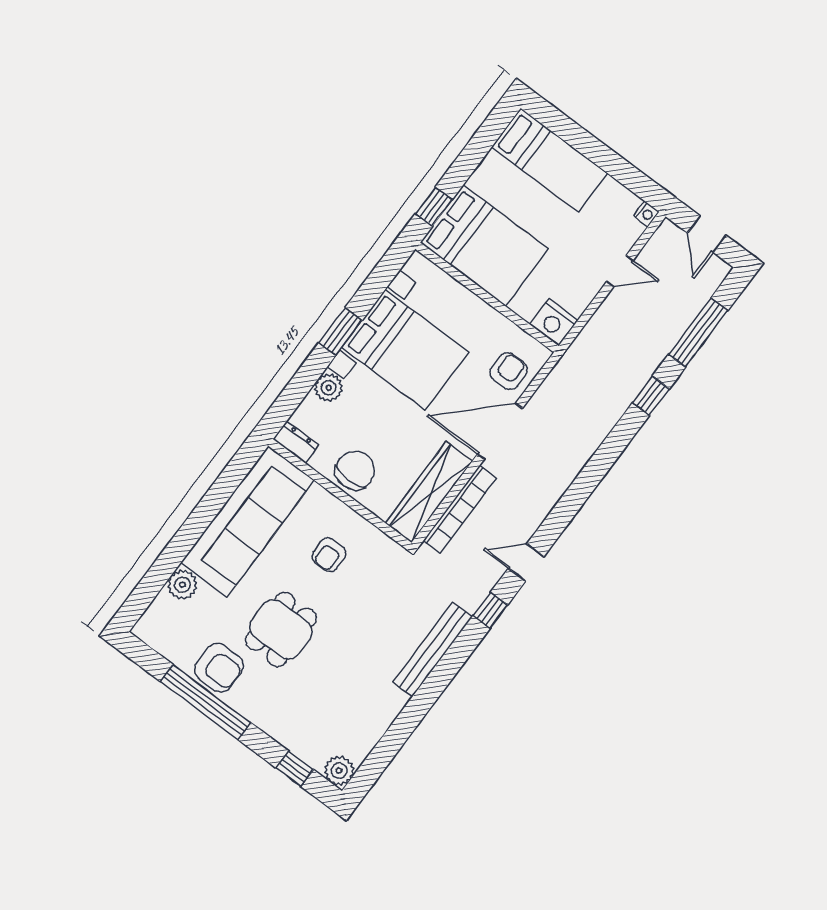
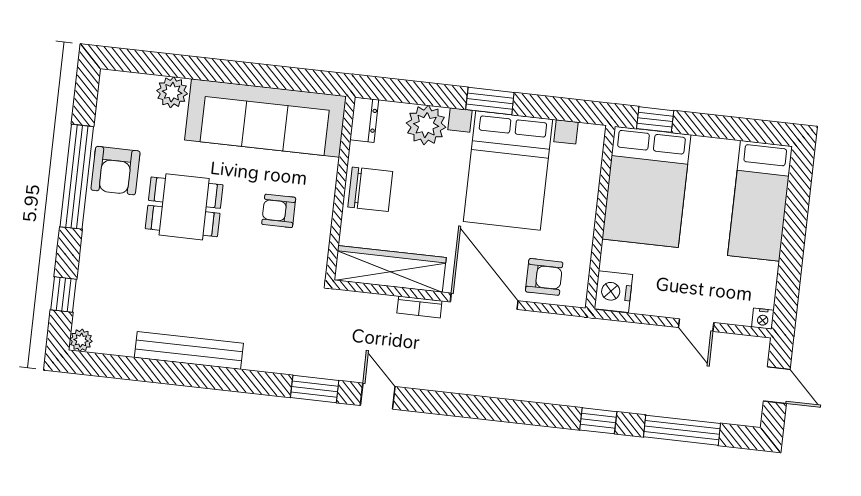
door: (707, 234) -> (777, 385), swing flipped
plant: (329, 388) -> (426, 125), width x1.36, depth x1.36
bookcase: (460, 509) -> (419, 307), width x0.43, depth x0.76
window: (490, 610) -> (315, 389), width x1.50
bench: (432, 650) -> (189, 350), moved
plant: (339, 771) -> (81, 340), width x0.73, depth x0.73

